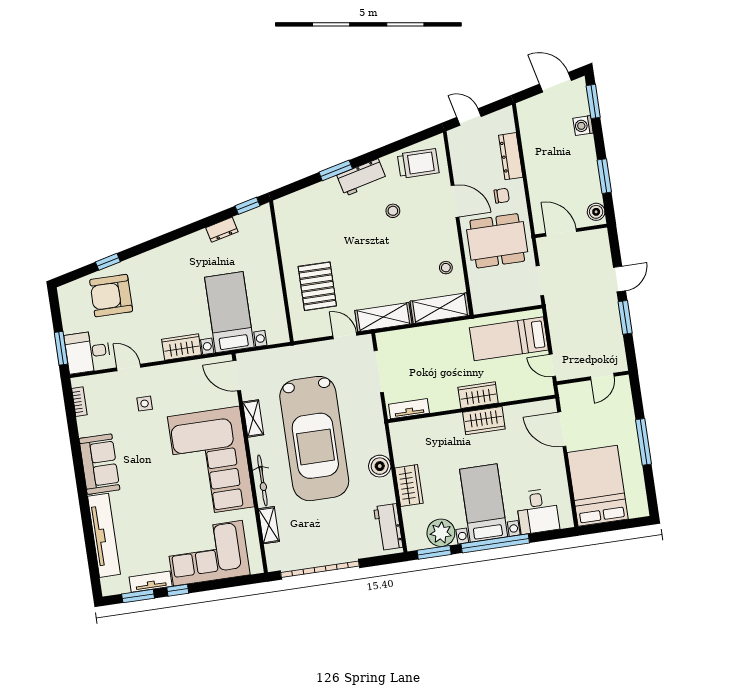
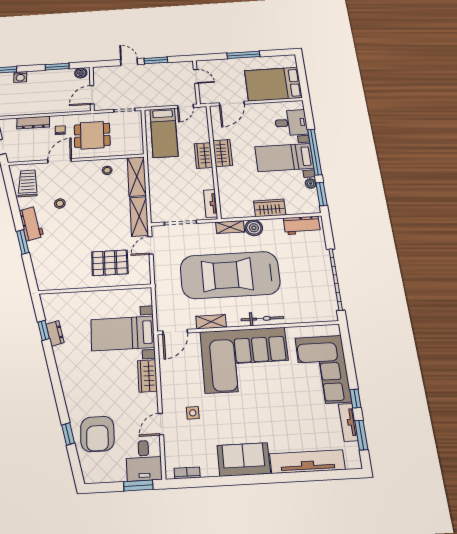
window: (247, 206) -> (44, 330), moved
dining table: (497, 241) -> (92, 135), width x0.73
car: (314, 439) -> (230, 275), turned 180
shelving: (269, 525) -> (230, 227), moved
plant: (441, 533) -> (311, 183), width x0.53, depth x0.53

